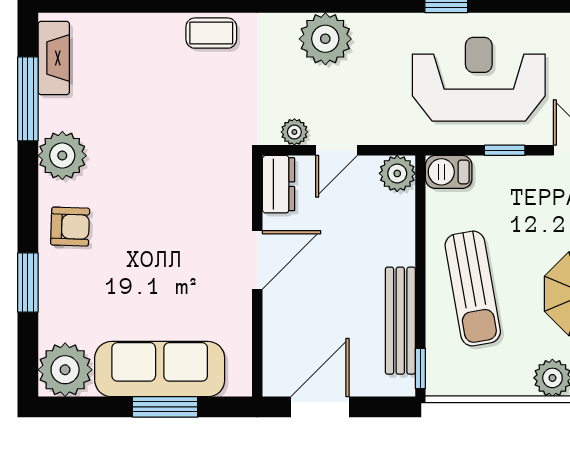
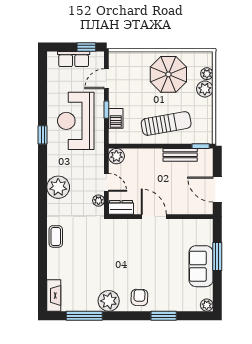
fireplace: (54, 58) -> (54, 295), moved, turned 90
barbecue: (449, 172) -> (116, 118), moved
bench: (400, 321) -> (180, 155), width x0.73
sofa: (160, 369) -> (201, 266), width x0.73
plant: (65, 370) -> (207, 305), width x0.53, depth x0.53

